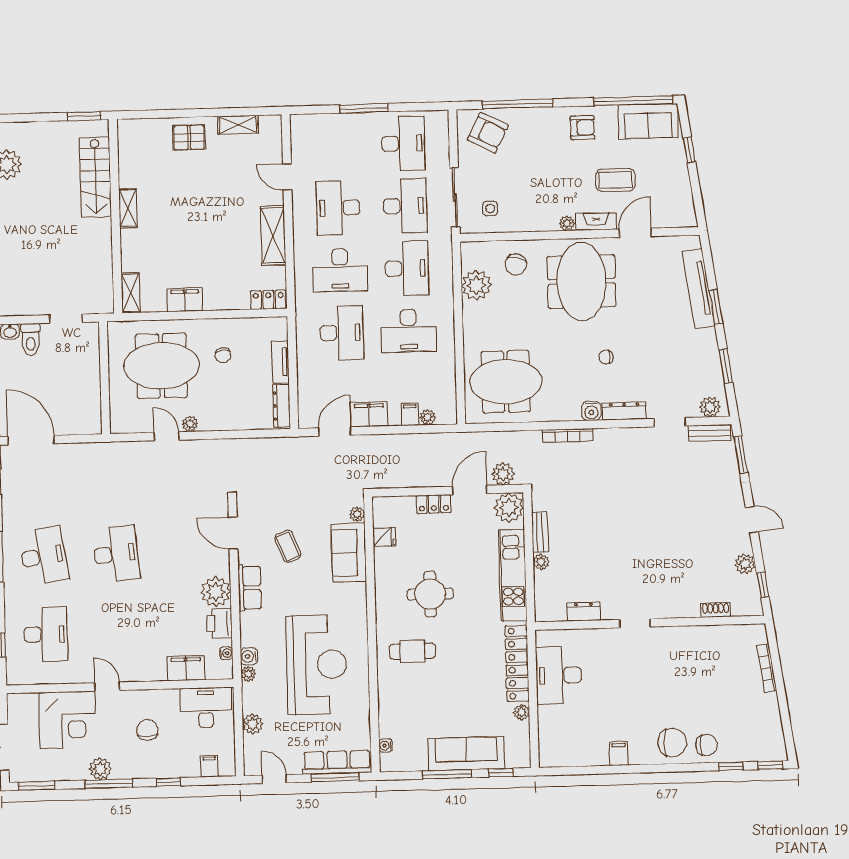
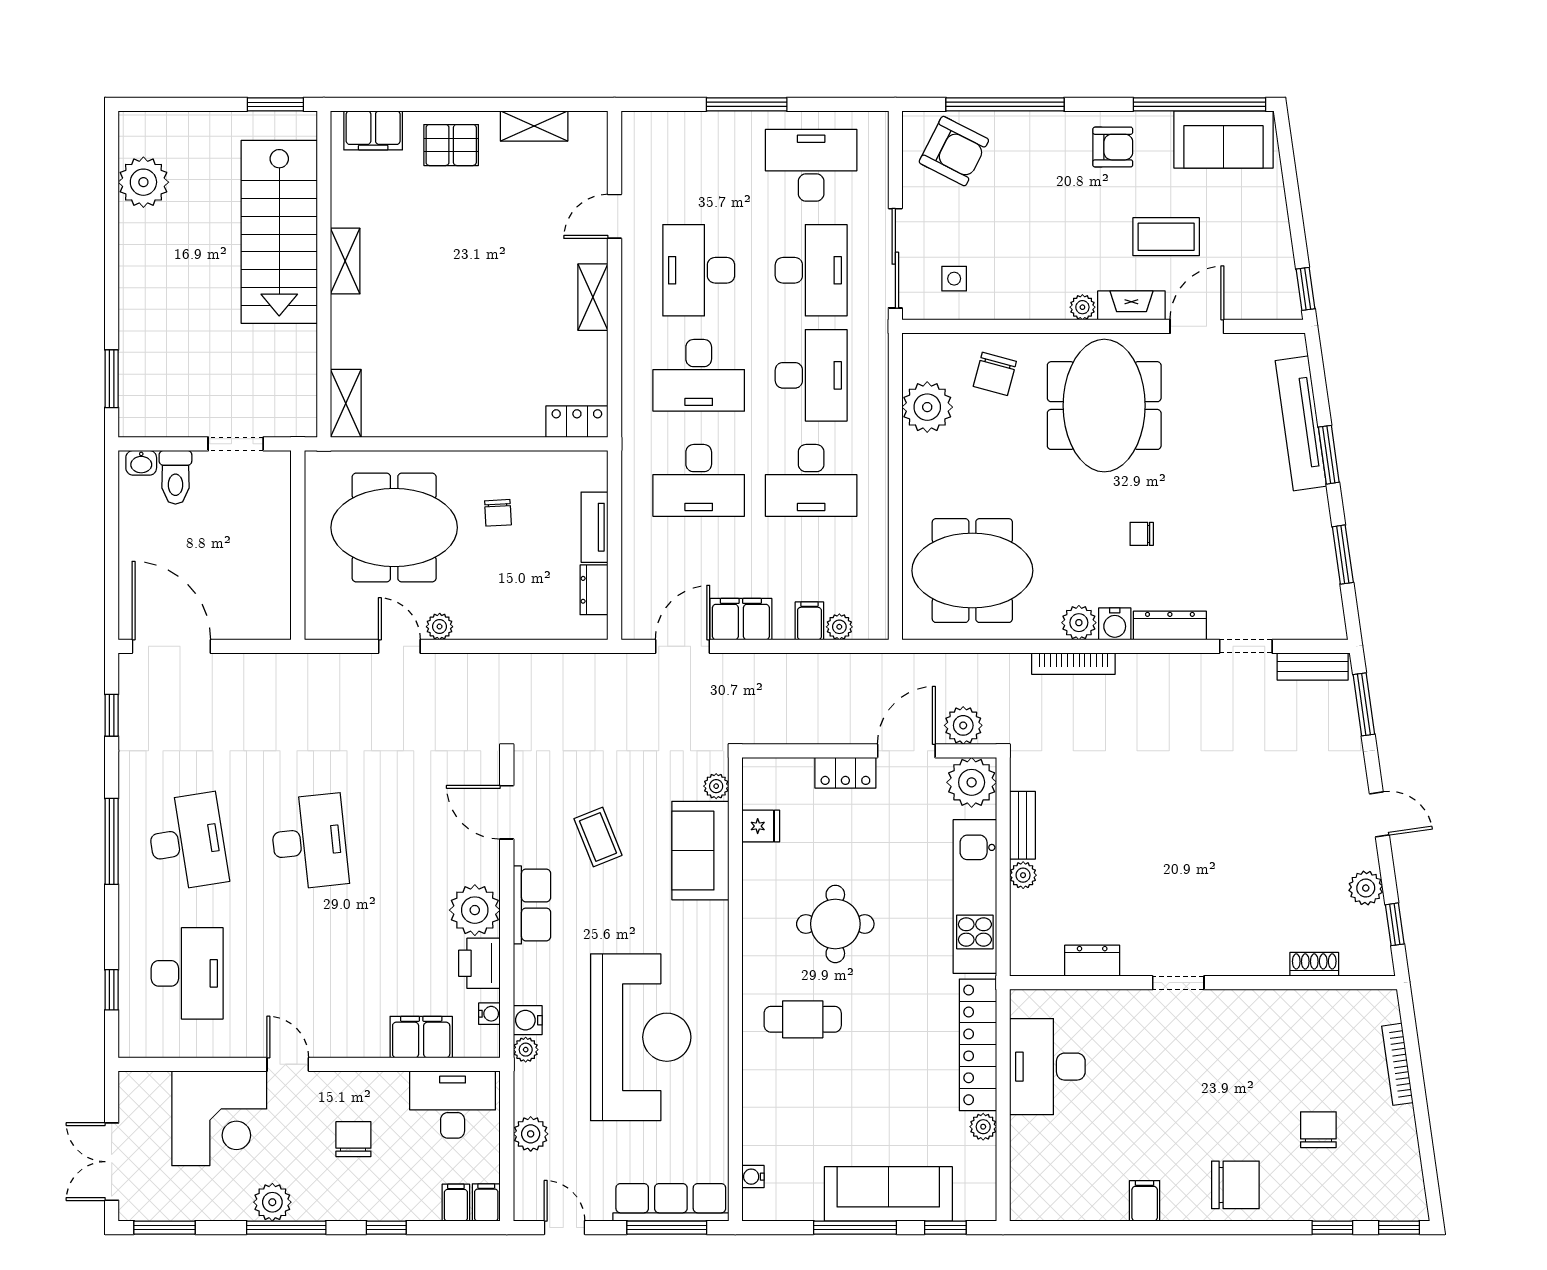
desk: (403, 143) -> (811, 165), turned -90
window: (689, 150) -> (1305, 289), moved
stairs: (95, 177) -> (279, 232), width x1.36, depth x1.51
door: (287, 177) -> (614, 216), hinge flipped
shelving: (273, 235) -> (593, 297), width x0.67, depth x0.75
filing cabinet: (185, 300) -> (373, 130), moved, turned 180
desk: (342, 333) -> (699, 480), turned 90
dresser: (281, 406) -> (594, 590), width x0.70
plant: (710, 407) -> (1079, 623), moved
chair: (707, 745) -> (1318, 1130), moved, turned -90
filing cabinet: (227, 765) -> (486, 1202), added

